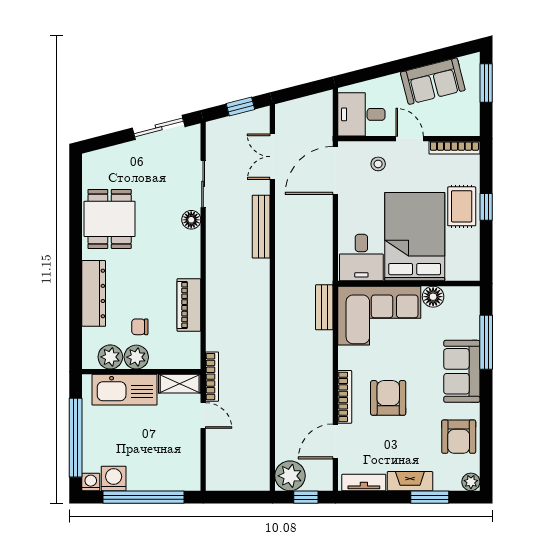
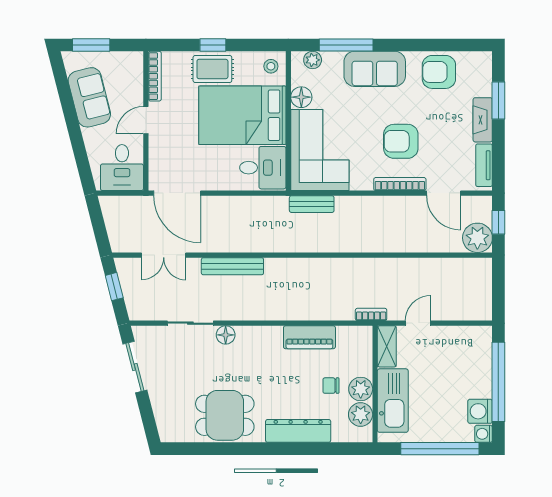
stool: (378, 164) -> (271, 66), moved
chair: (140, 327) -> (331, 386), turned 90
bookcase: (212, 377) -> (371, 314), width x0.64
armchair: (459, 437) -> (439, 72), turned 180
plant: (471, 482) -> (313, 60), moved

